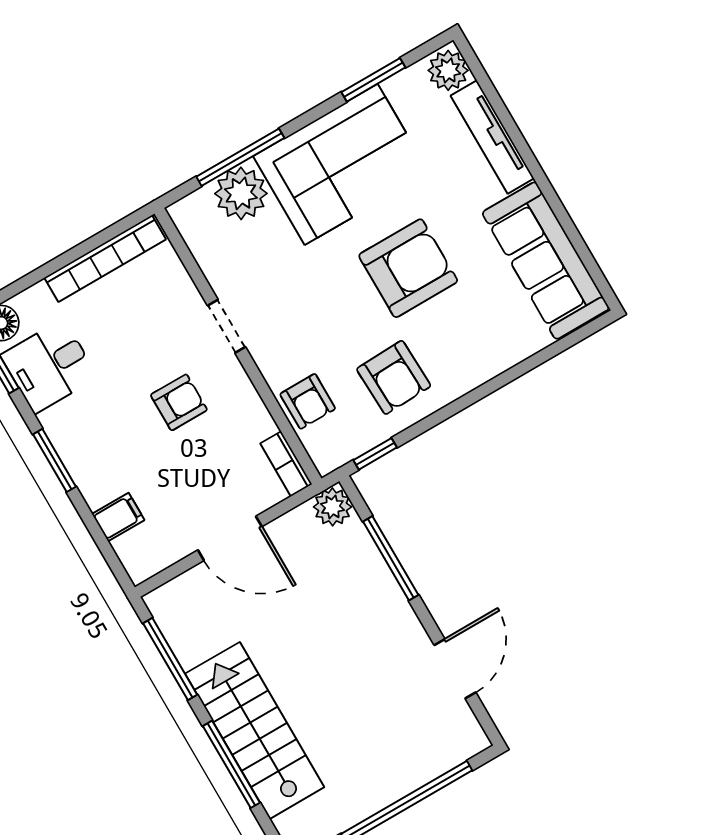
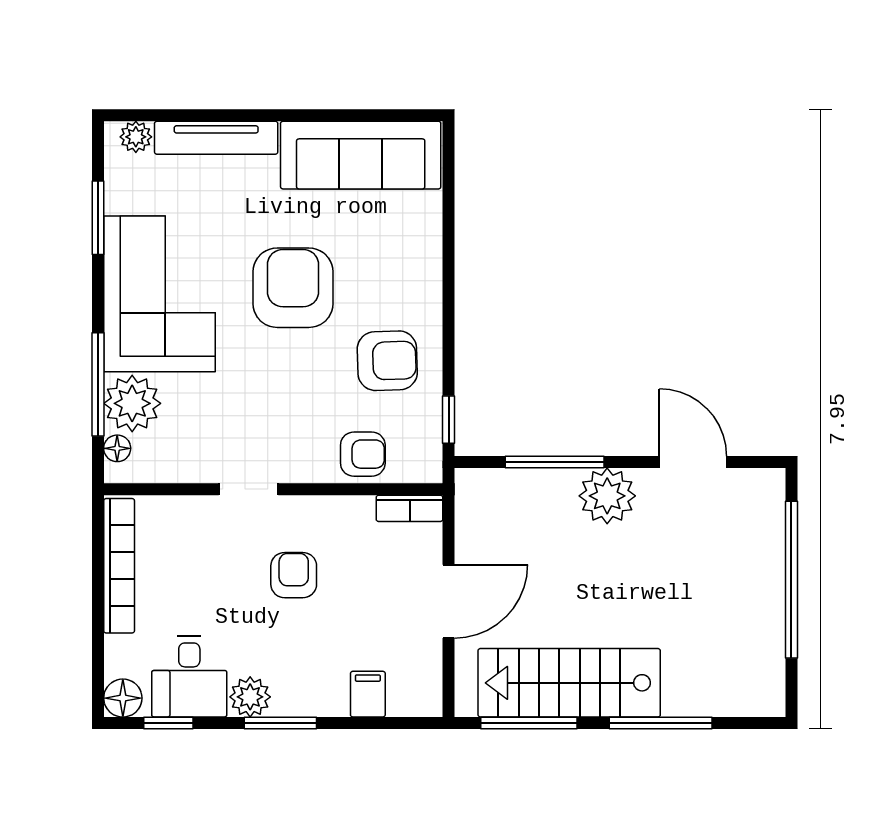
plant: (448, 70) -> (136, 137), width x0.73, depth x0.73
floor lamp: (198, 202) -> (117, 448), added
plant: (61, 424) -> (250, 697), added
plant: (332, 507) -> (607, 496), moved, width x1.36, depth x1.36
stairs: (255, 730) -> (569, 683), moved

